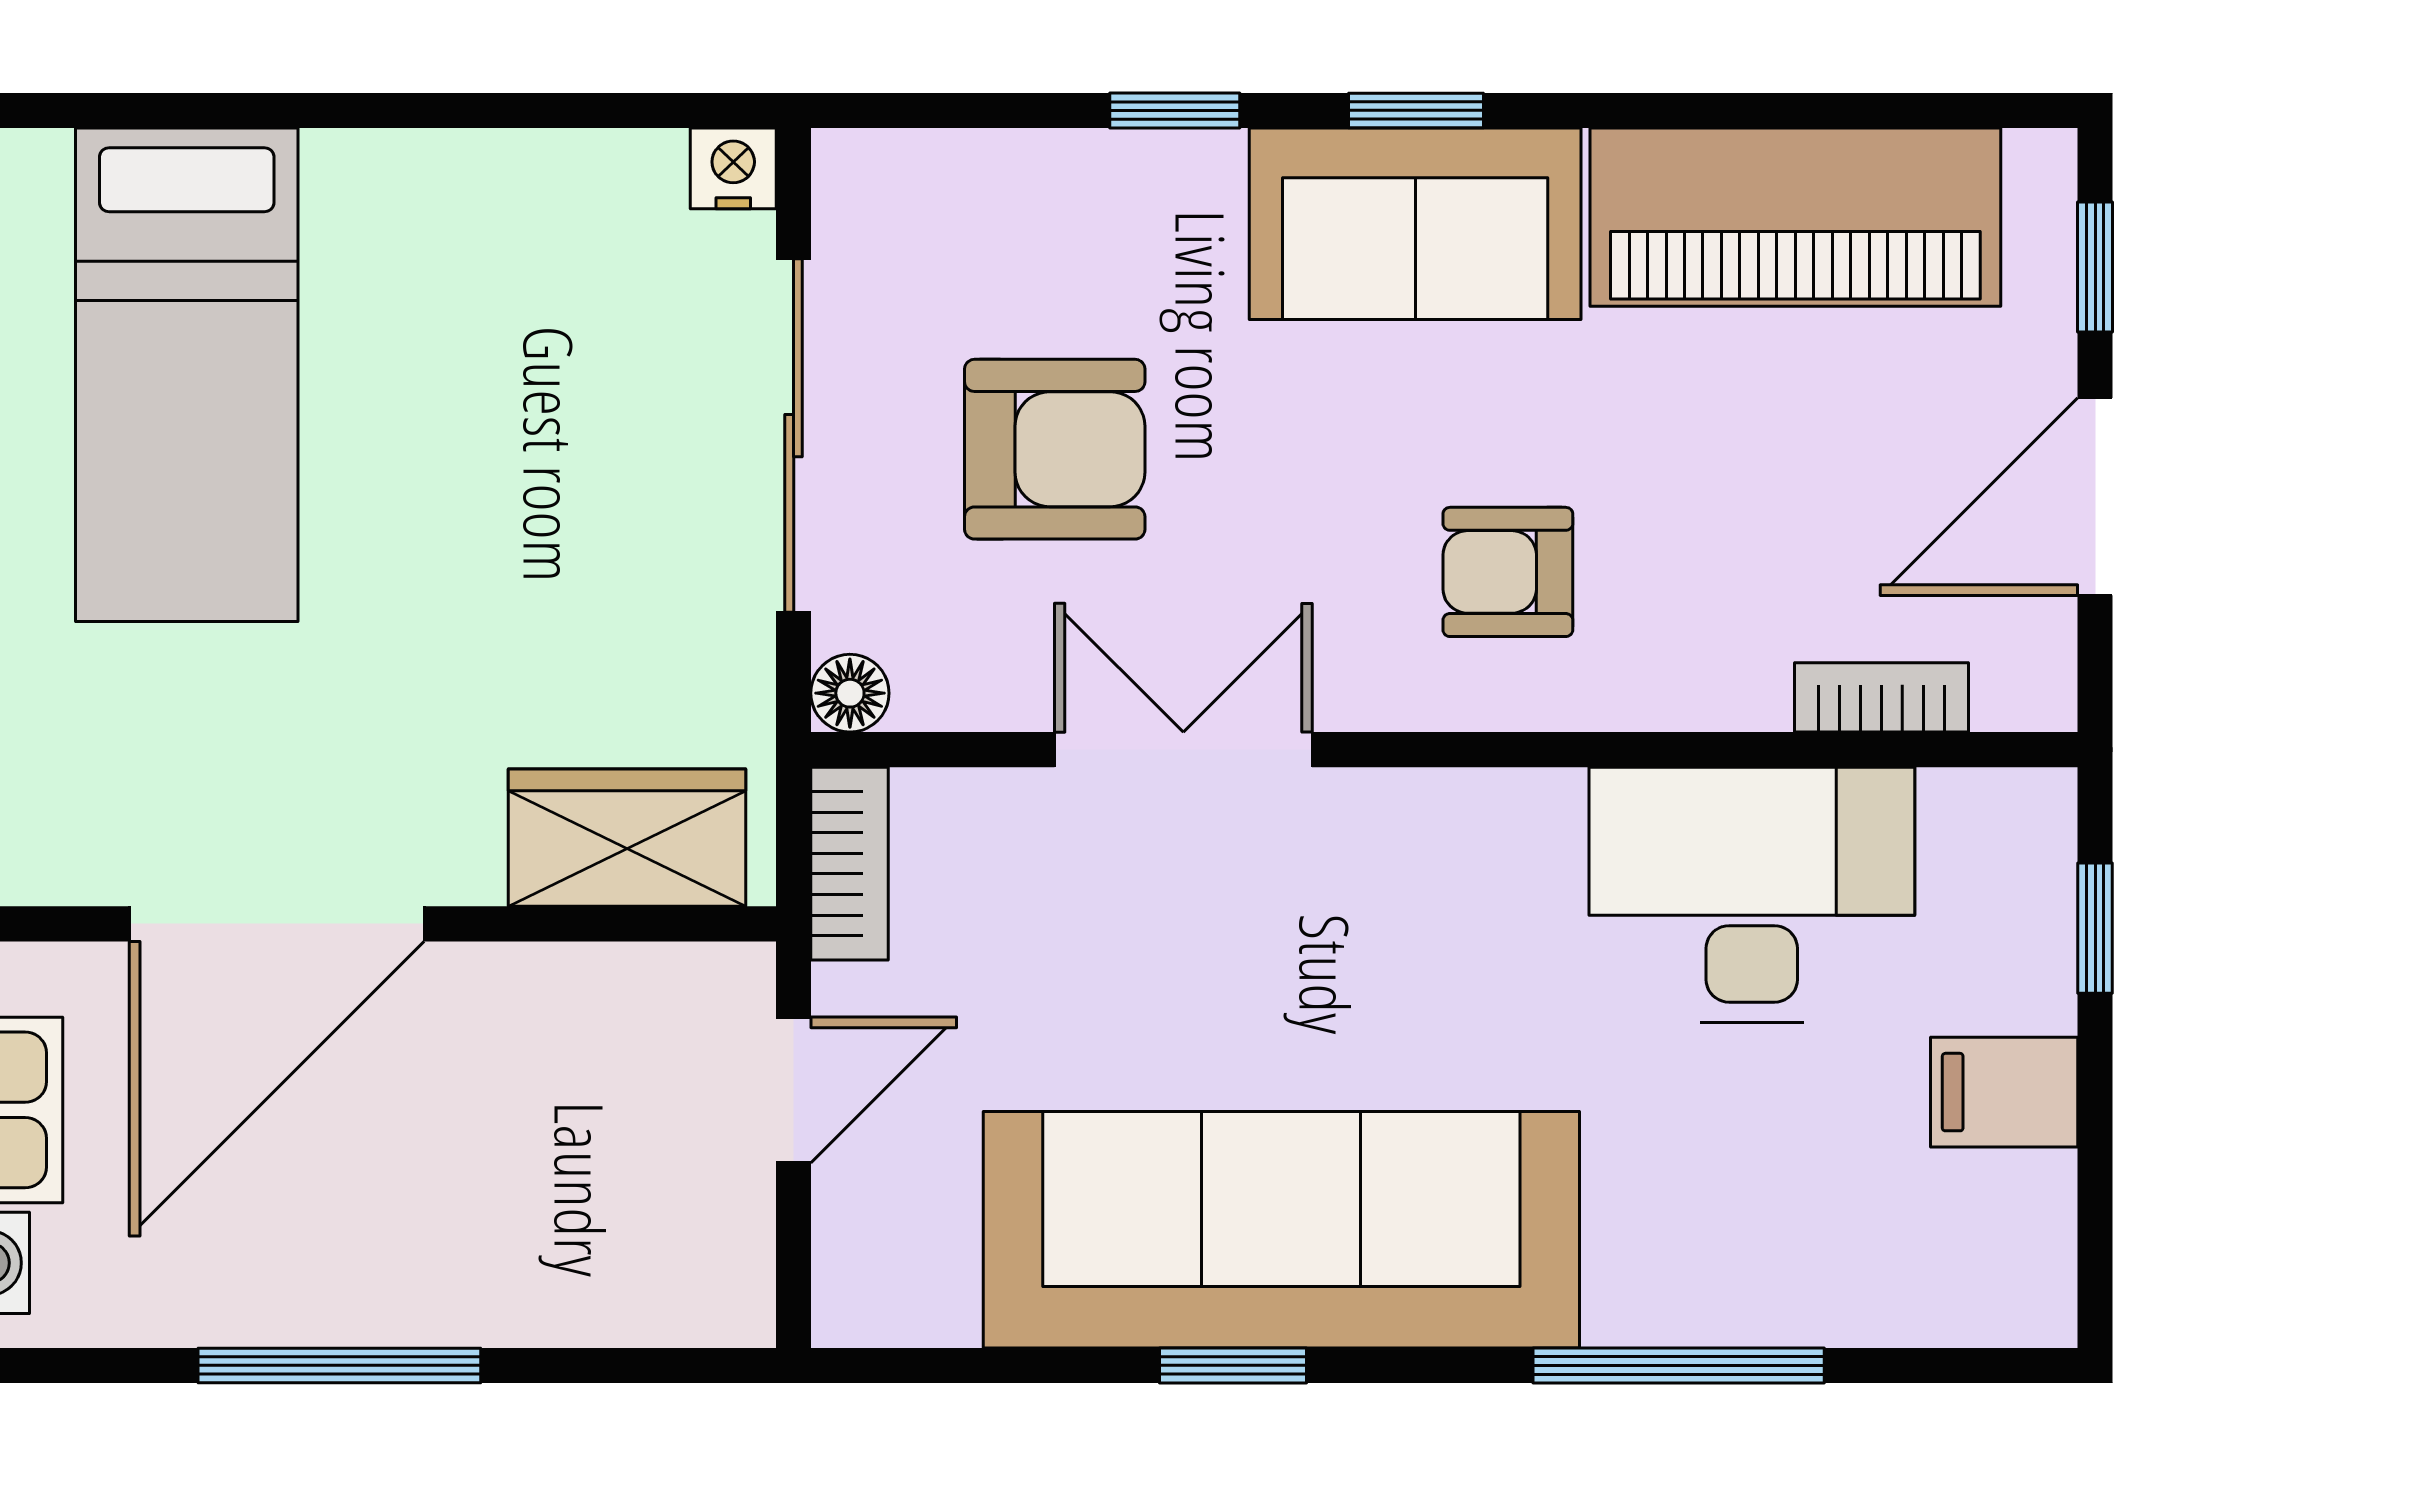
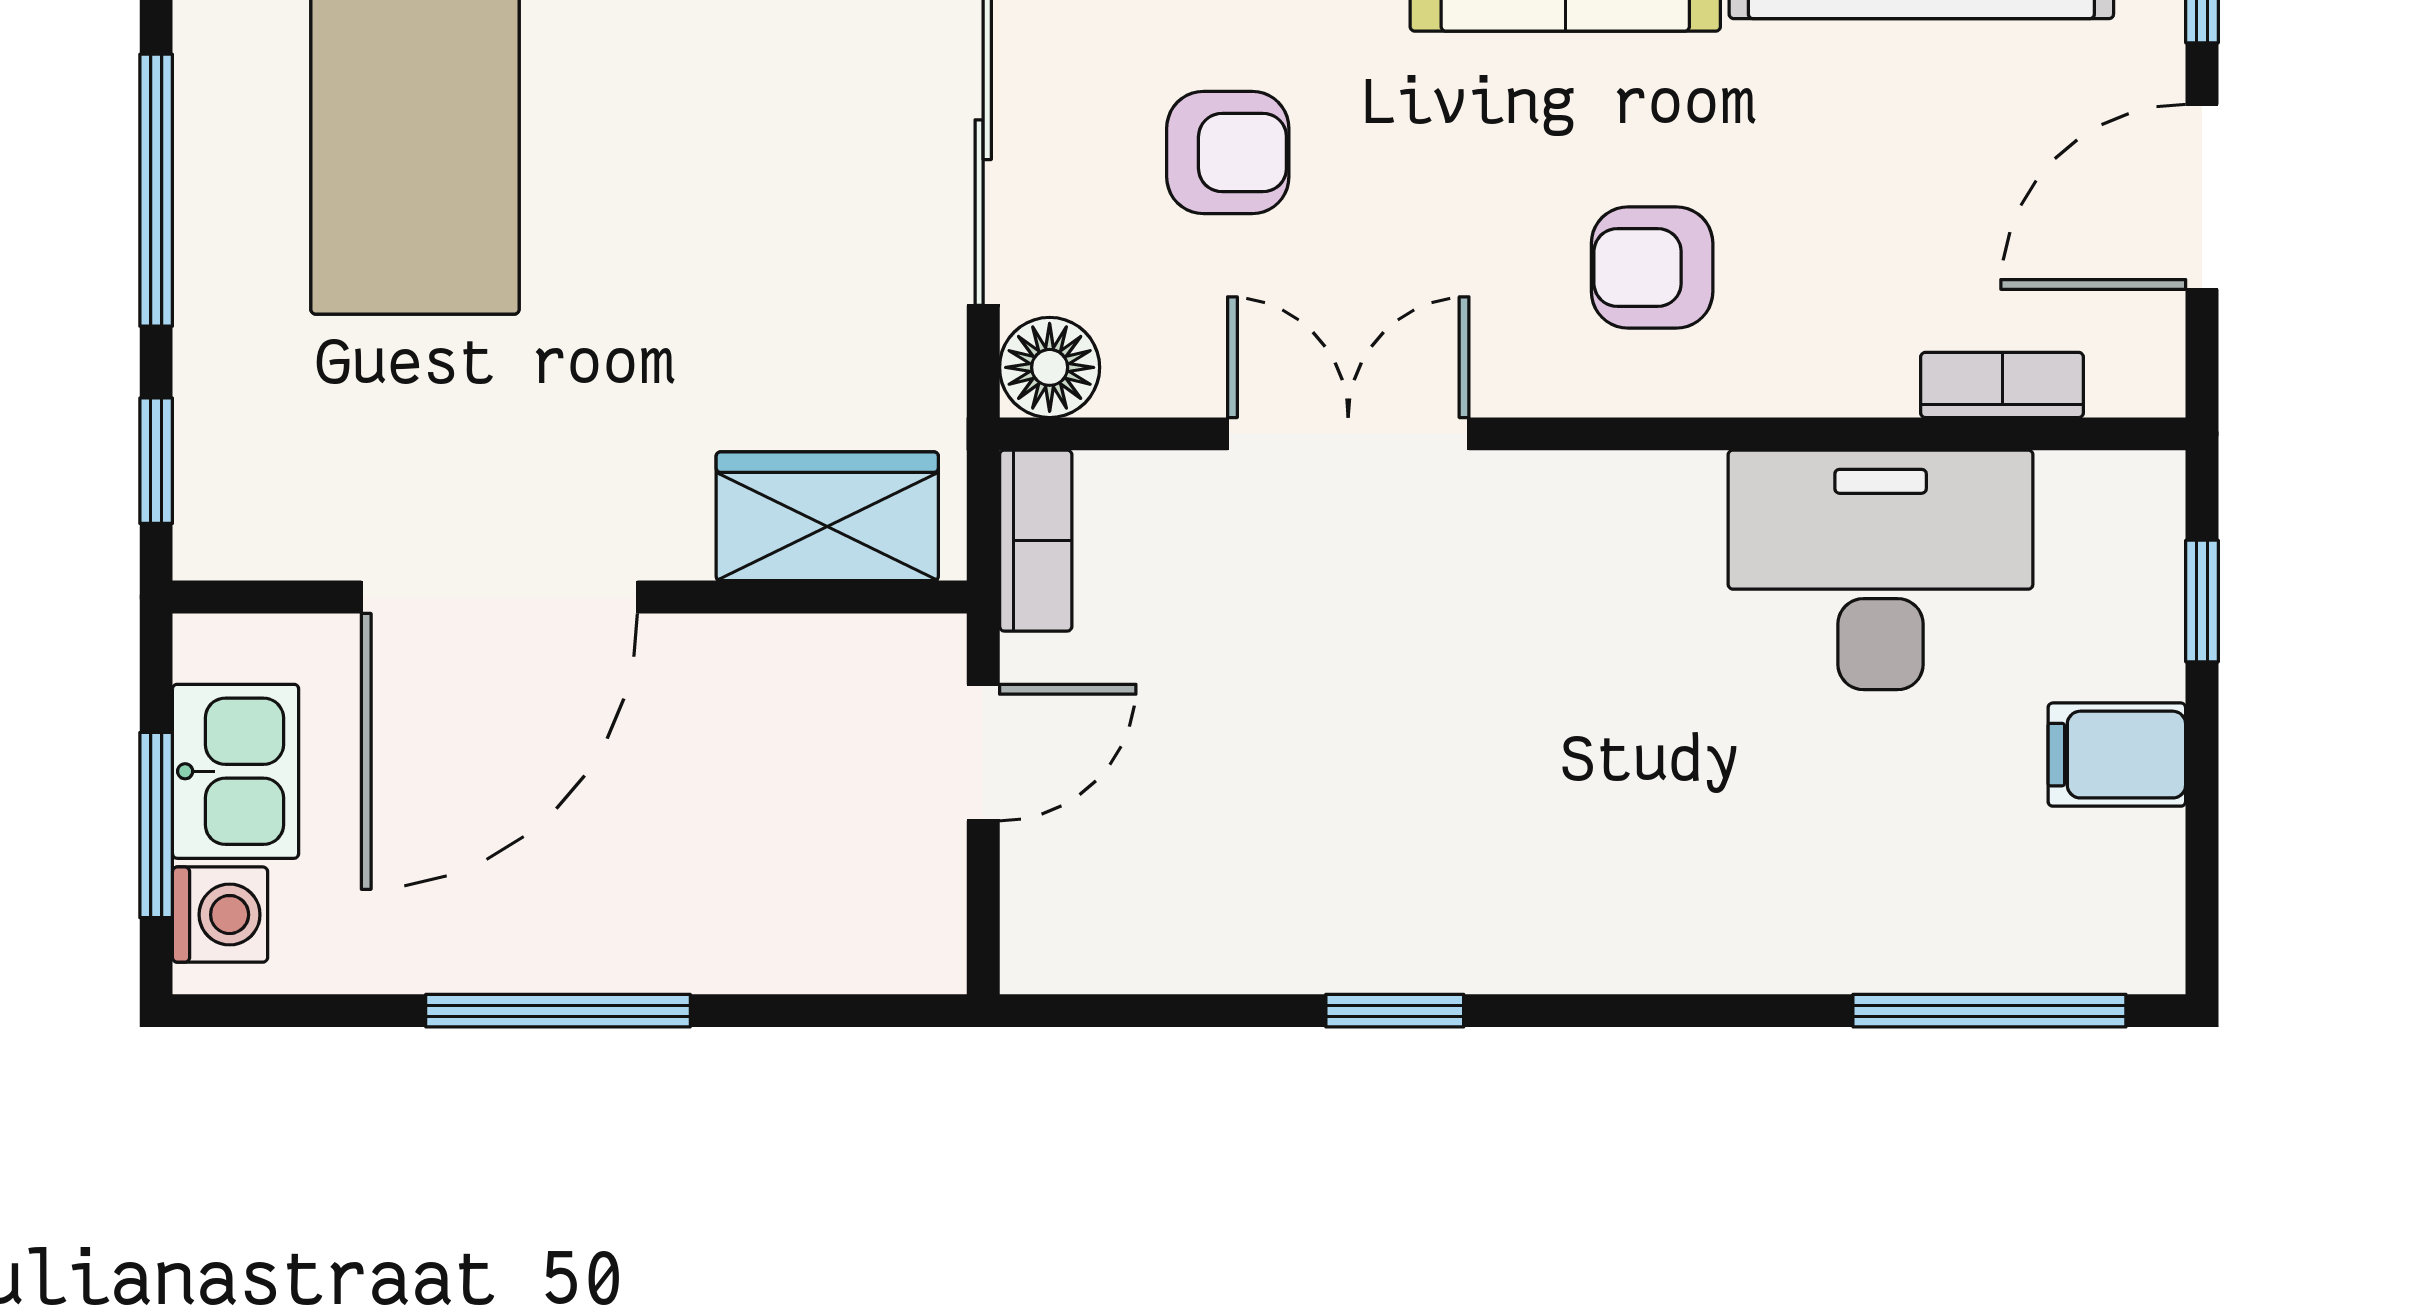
armchair: (1055, 449) -> (1228, 153), width x0.72, depth x0.72
floor lamp: (850, 693) -> (1050, 367), width x1.37, depth x1.37
sofa: (1281, 1230) -> (1440, 883), removed
window: (1679, 1365) -> (1989, 1011), moved

